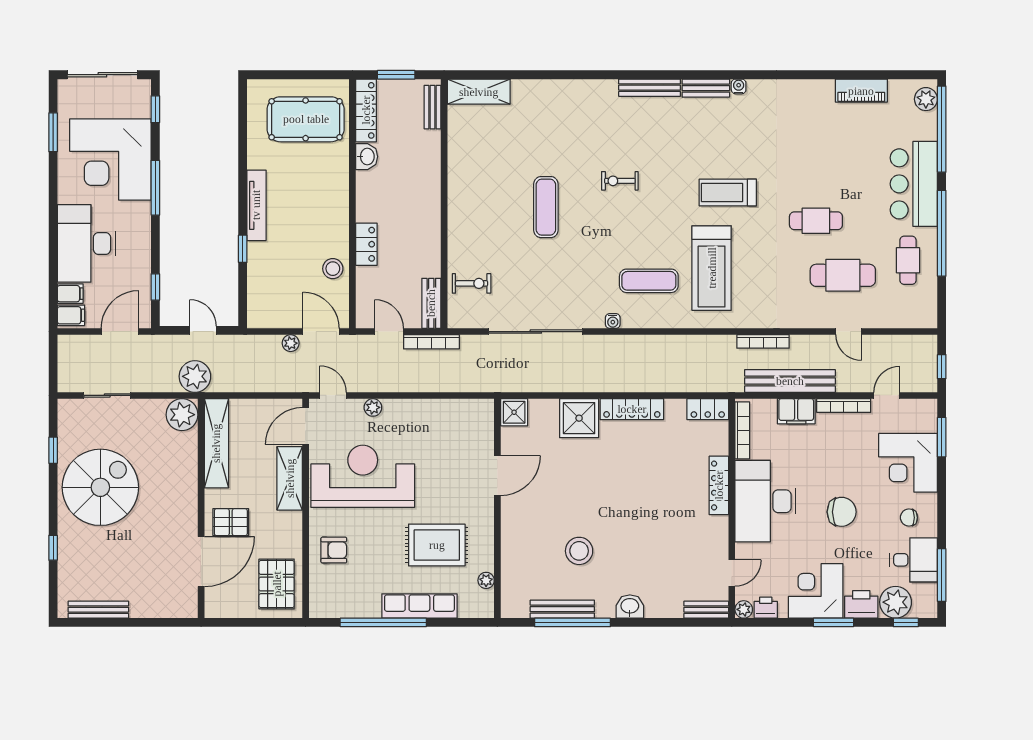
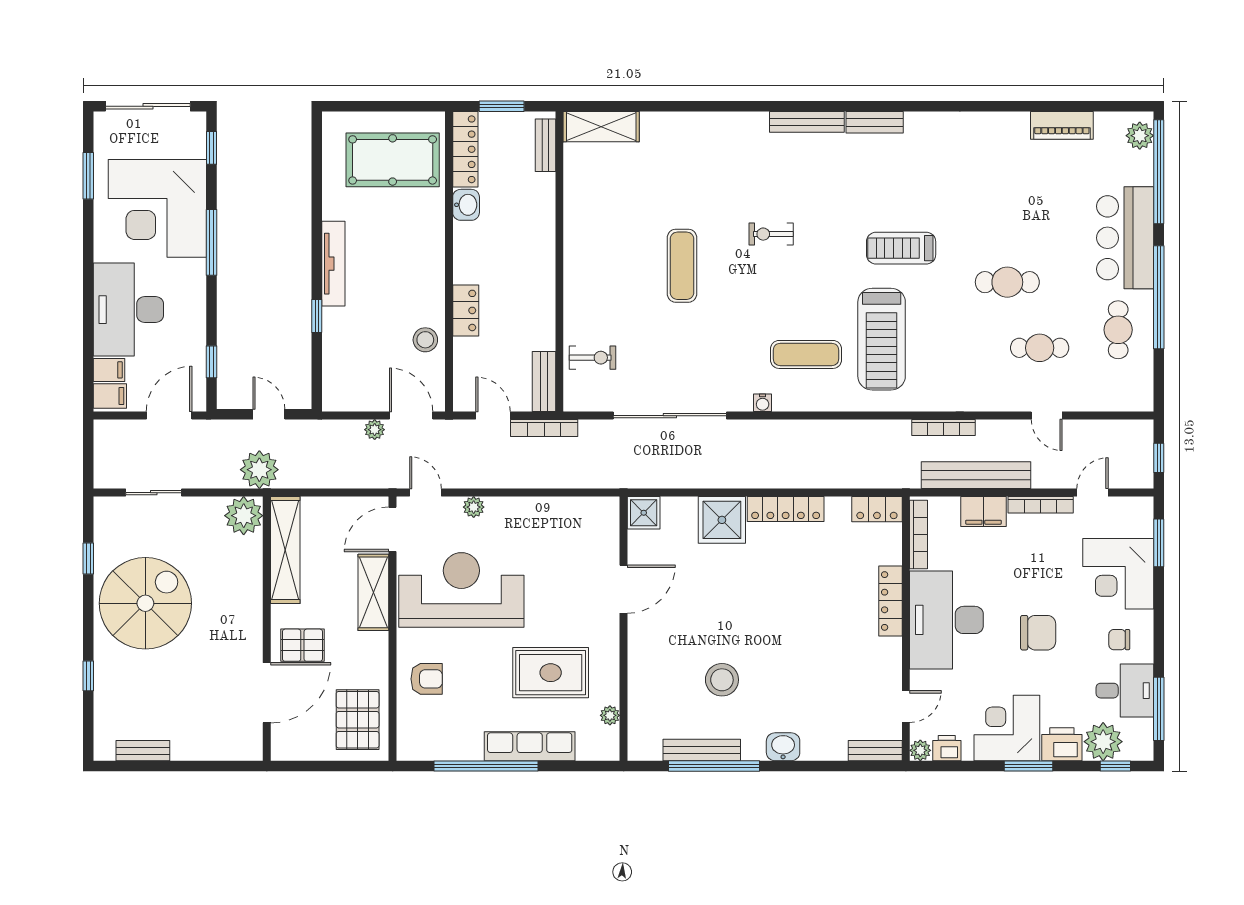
water cooler: (739, 86) -> (914, 120), removed
cafe table: (843, 275) -> (1040, 348), width x0.73, depth x0.74
bench: (98, 610) -> (143, 751), width x0.73

